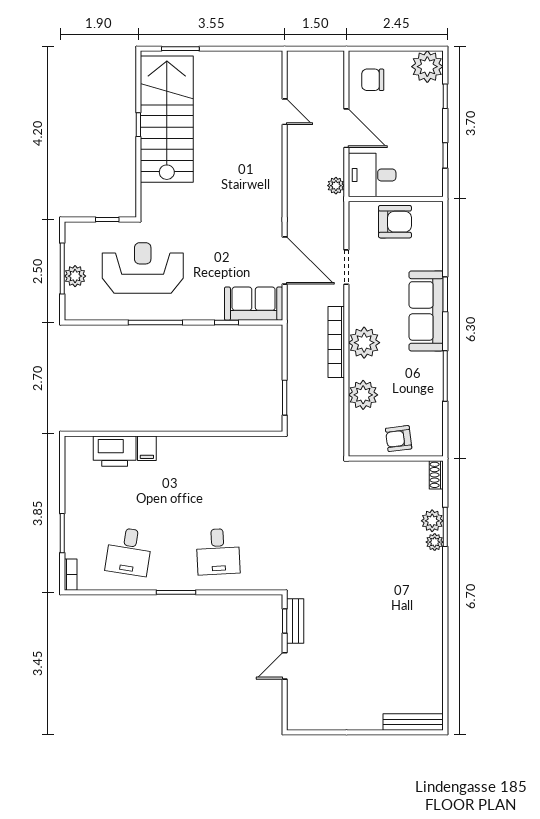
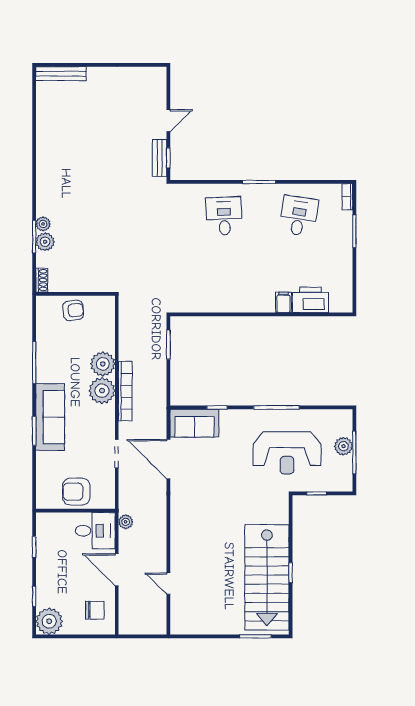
plant: (363, 395) -> (103, 364), moved

